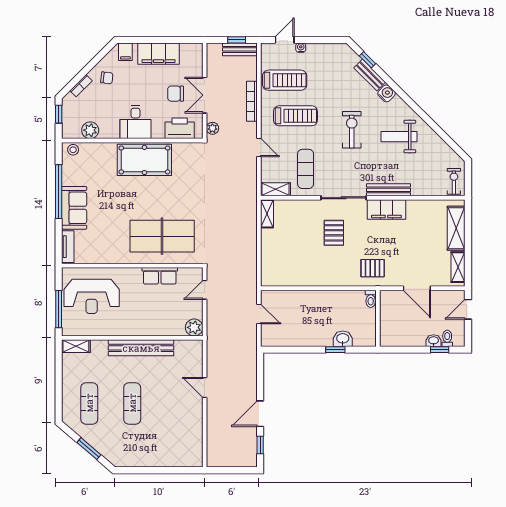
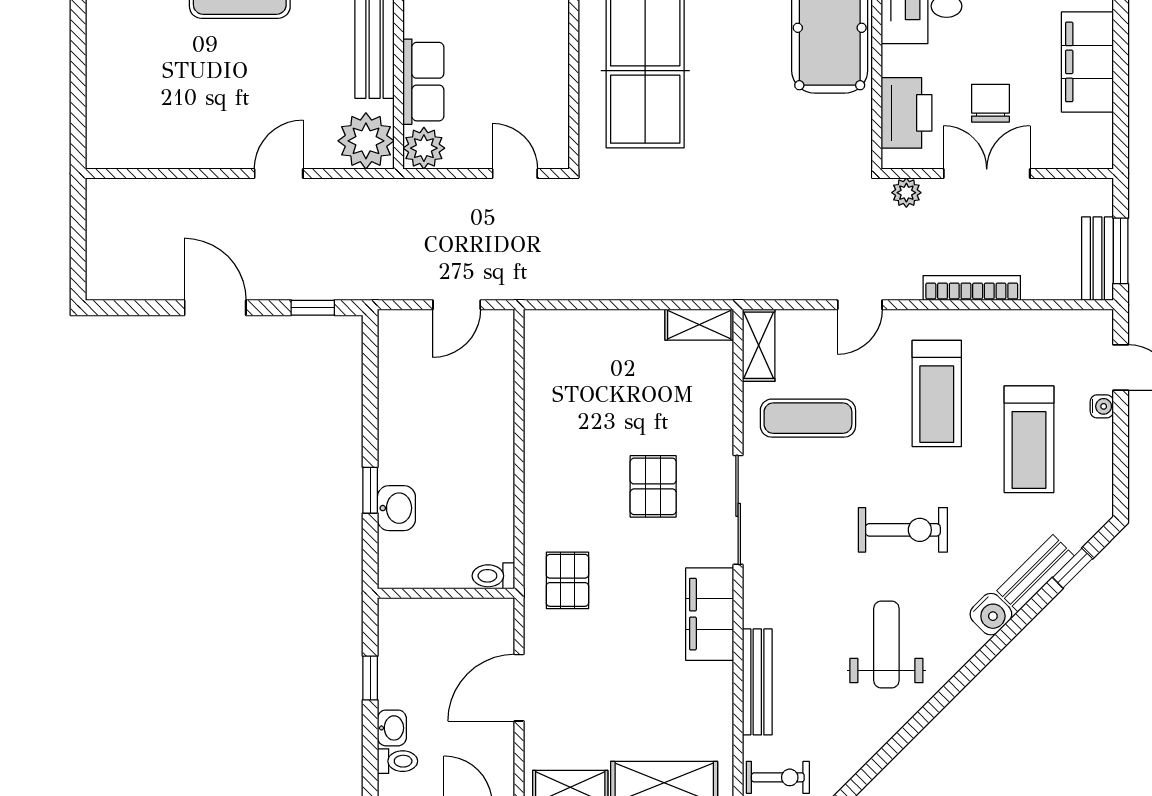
window: (237, 40) -> (1121, 251), width x1.50
treadmill: (285, 80) -> (1029, 439), moved
bench: (388, 190) -> (757, 682), moved
pallet: (334, 233) -> (653, 486), turned 90
row of seats: (160, 276) -> (423, 82), moved, turned 180
window: (440, 350) -> (370, 678), moved
plant: (191, 351) -> (366, 141), added
window: (260, 445) -> (313, 308), moved

